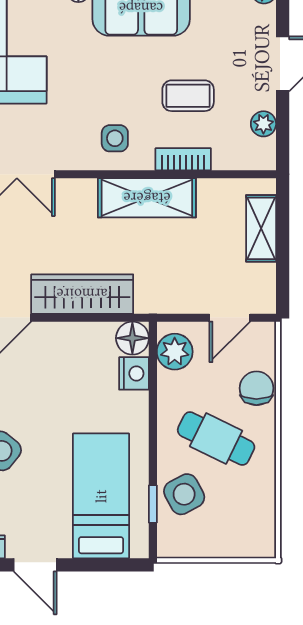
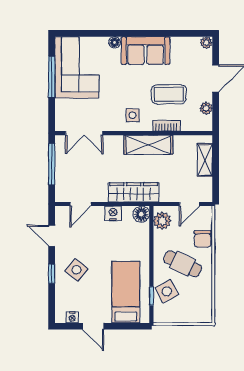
coffee table: (188, 96) -> (169, 94), width x1.36, depth x1.30
wardrobe: (82, 294) -> (134, 192), moved
nightstand: (134, 373) -> (113, 213), moved, turned -90
chair: (256, 388) -> (203, 239), turned 180

